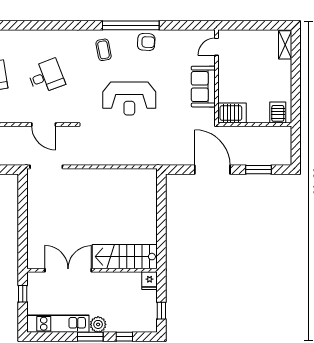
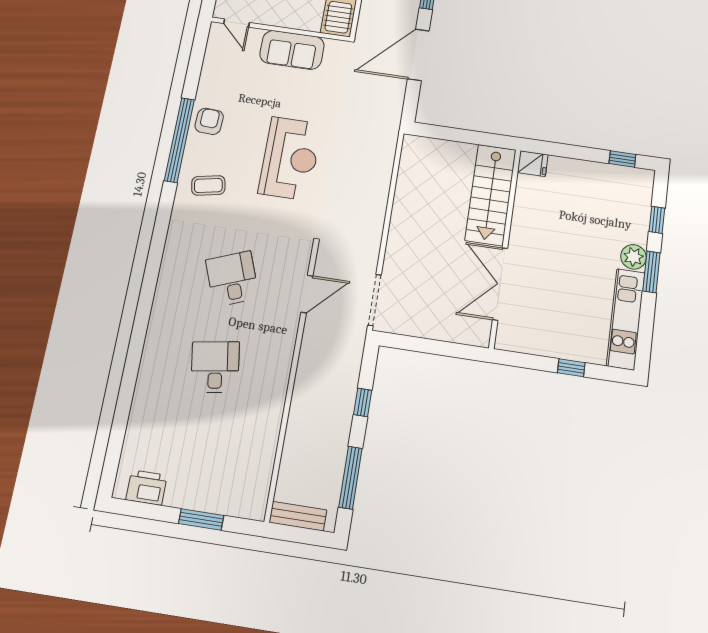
stairs: (125, 257) -> (491, 195), moved
double door: (68, 270) -> (500, 284), moved
wall: (92, 270) -> (505, 247), moved
fridge: (150, 281) -> (533, 164), moved

